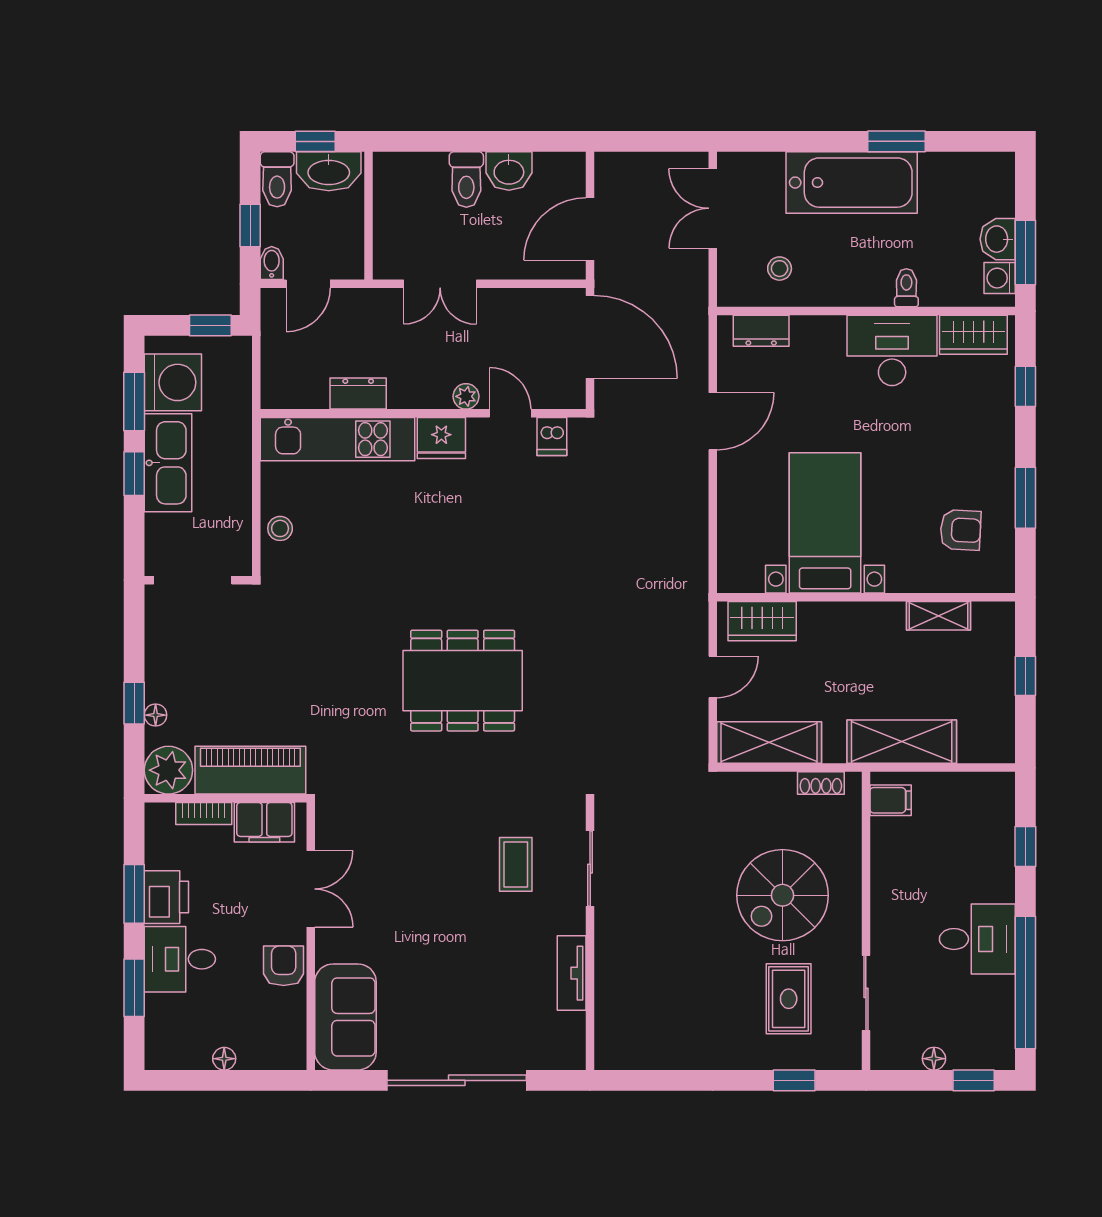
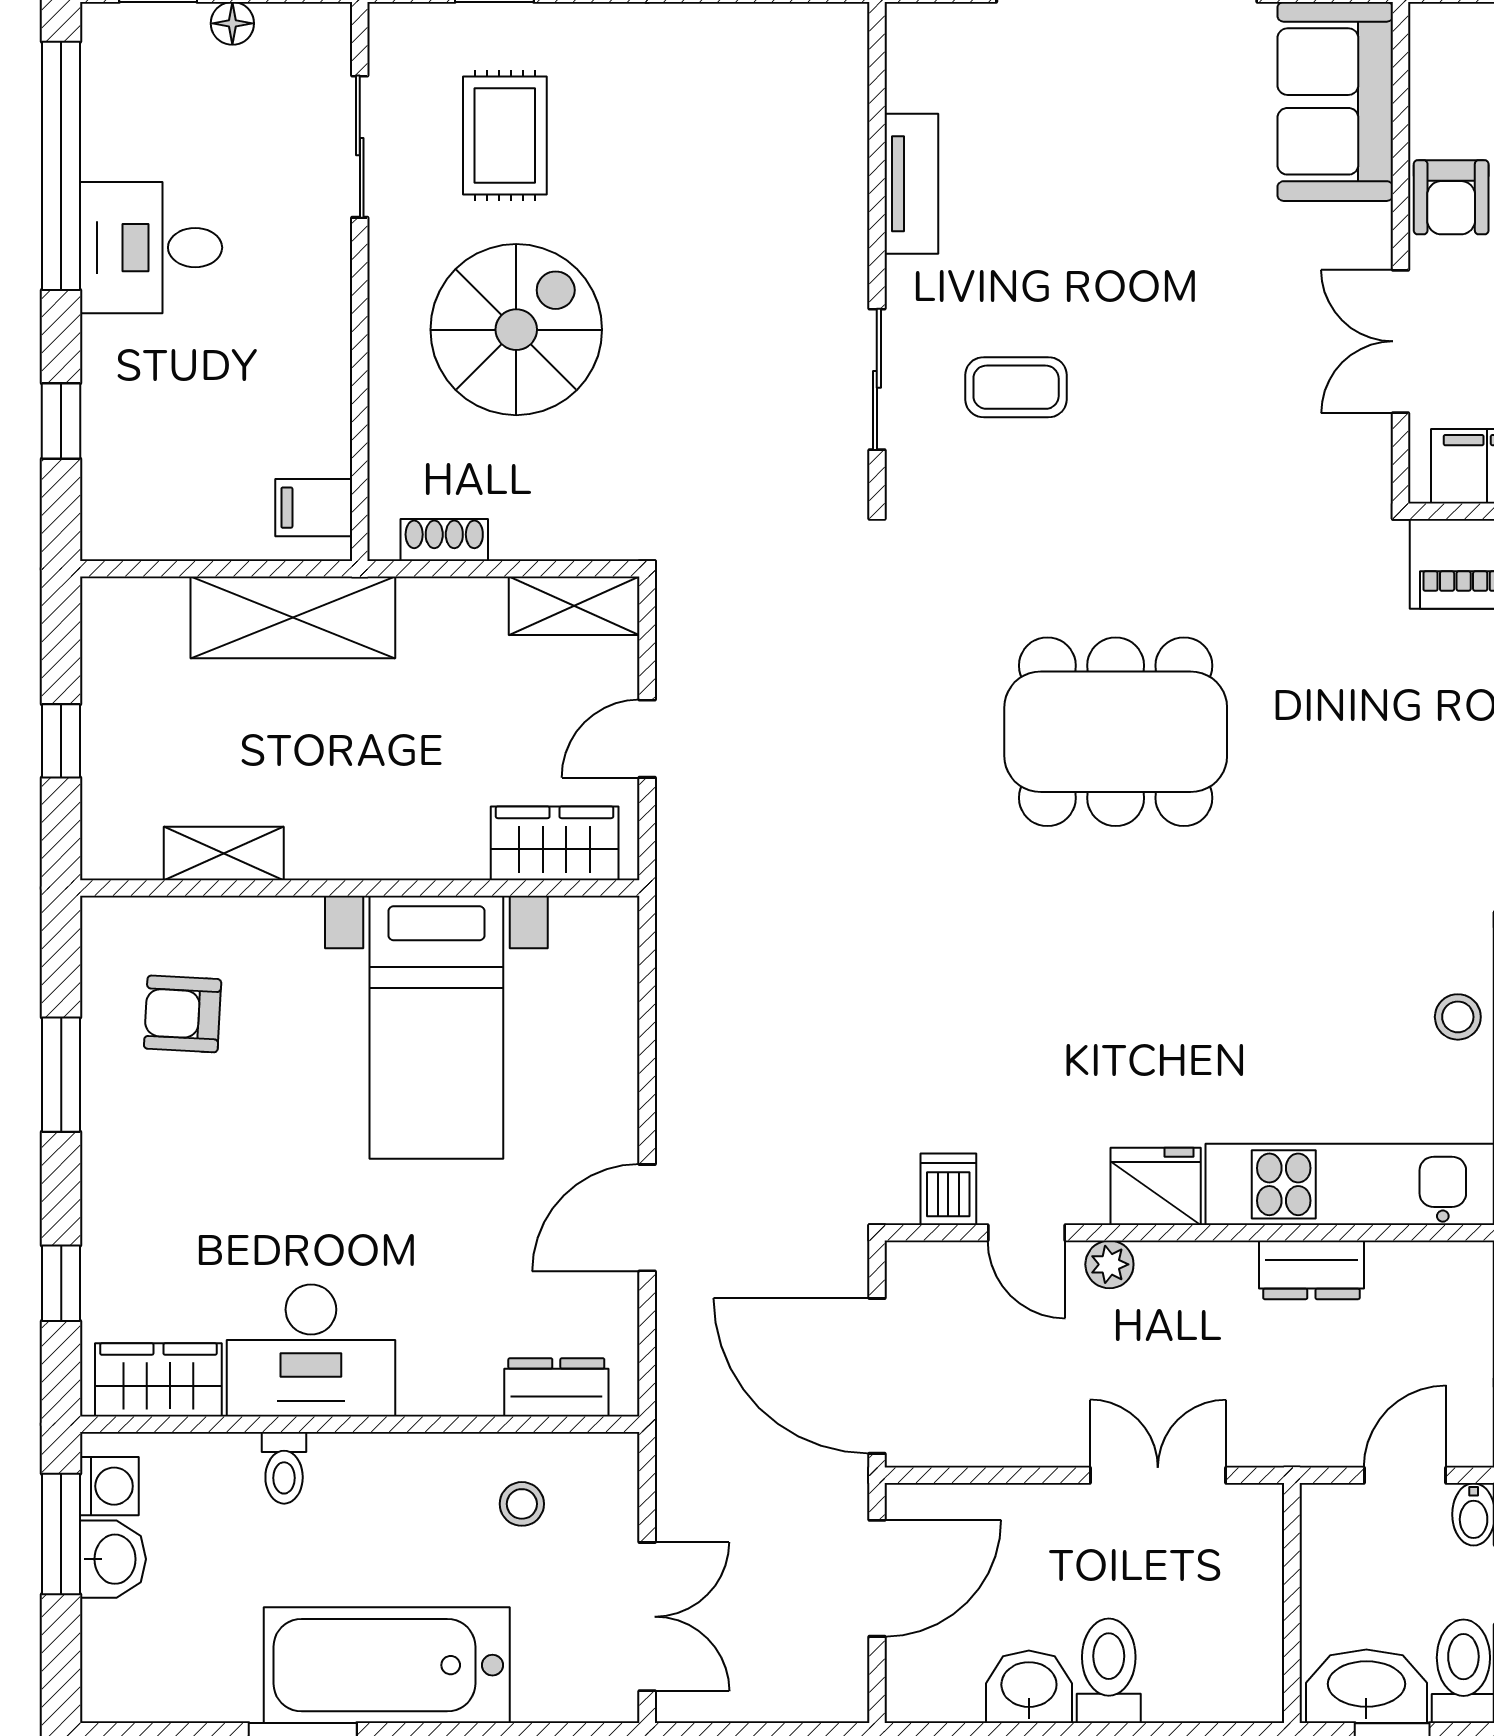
shelving: (769, 743) -> (574, 606), width x0.67, depth x0.75
coffee table: (516, 864) -> (1016, 387), turned 90

